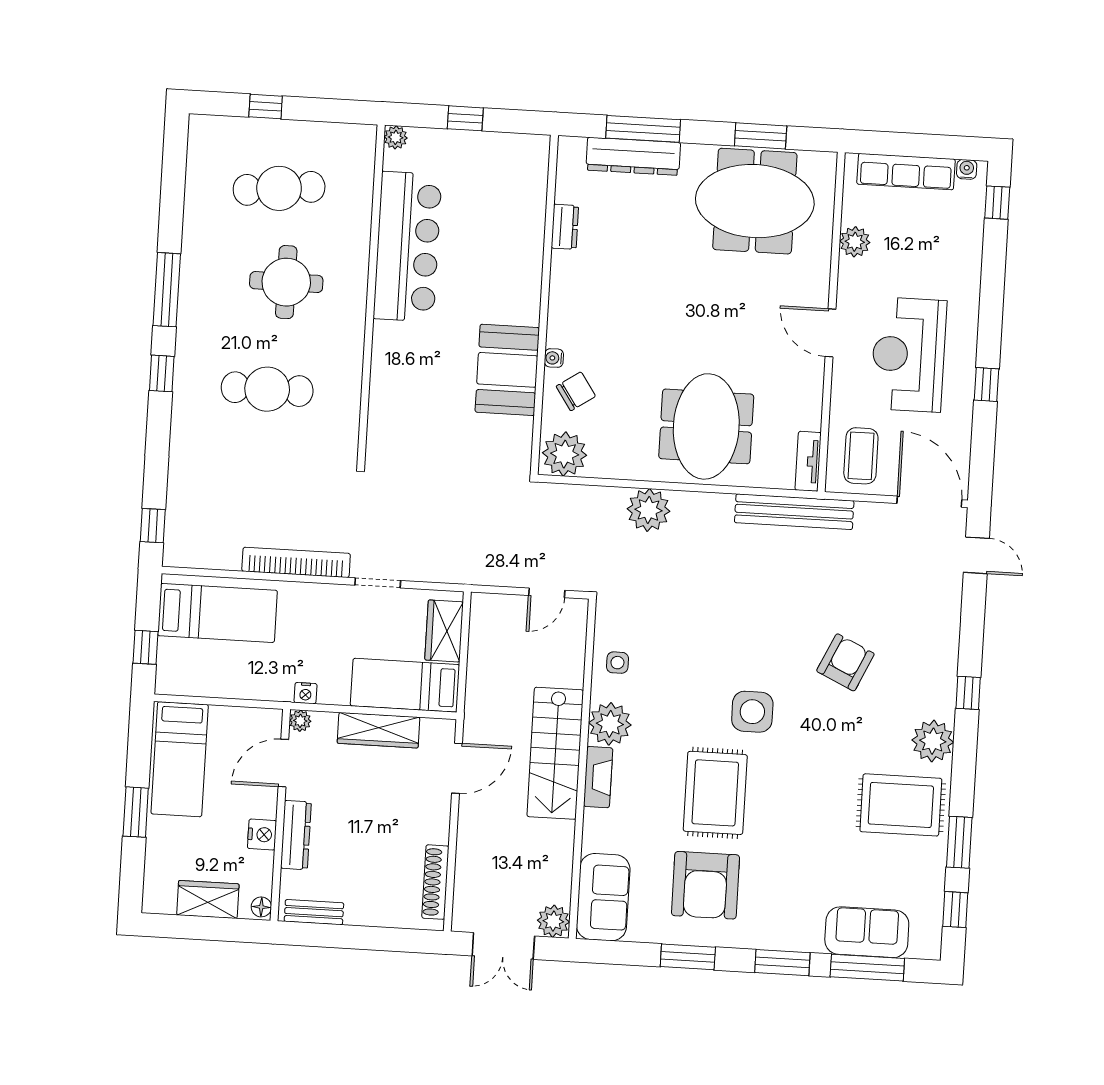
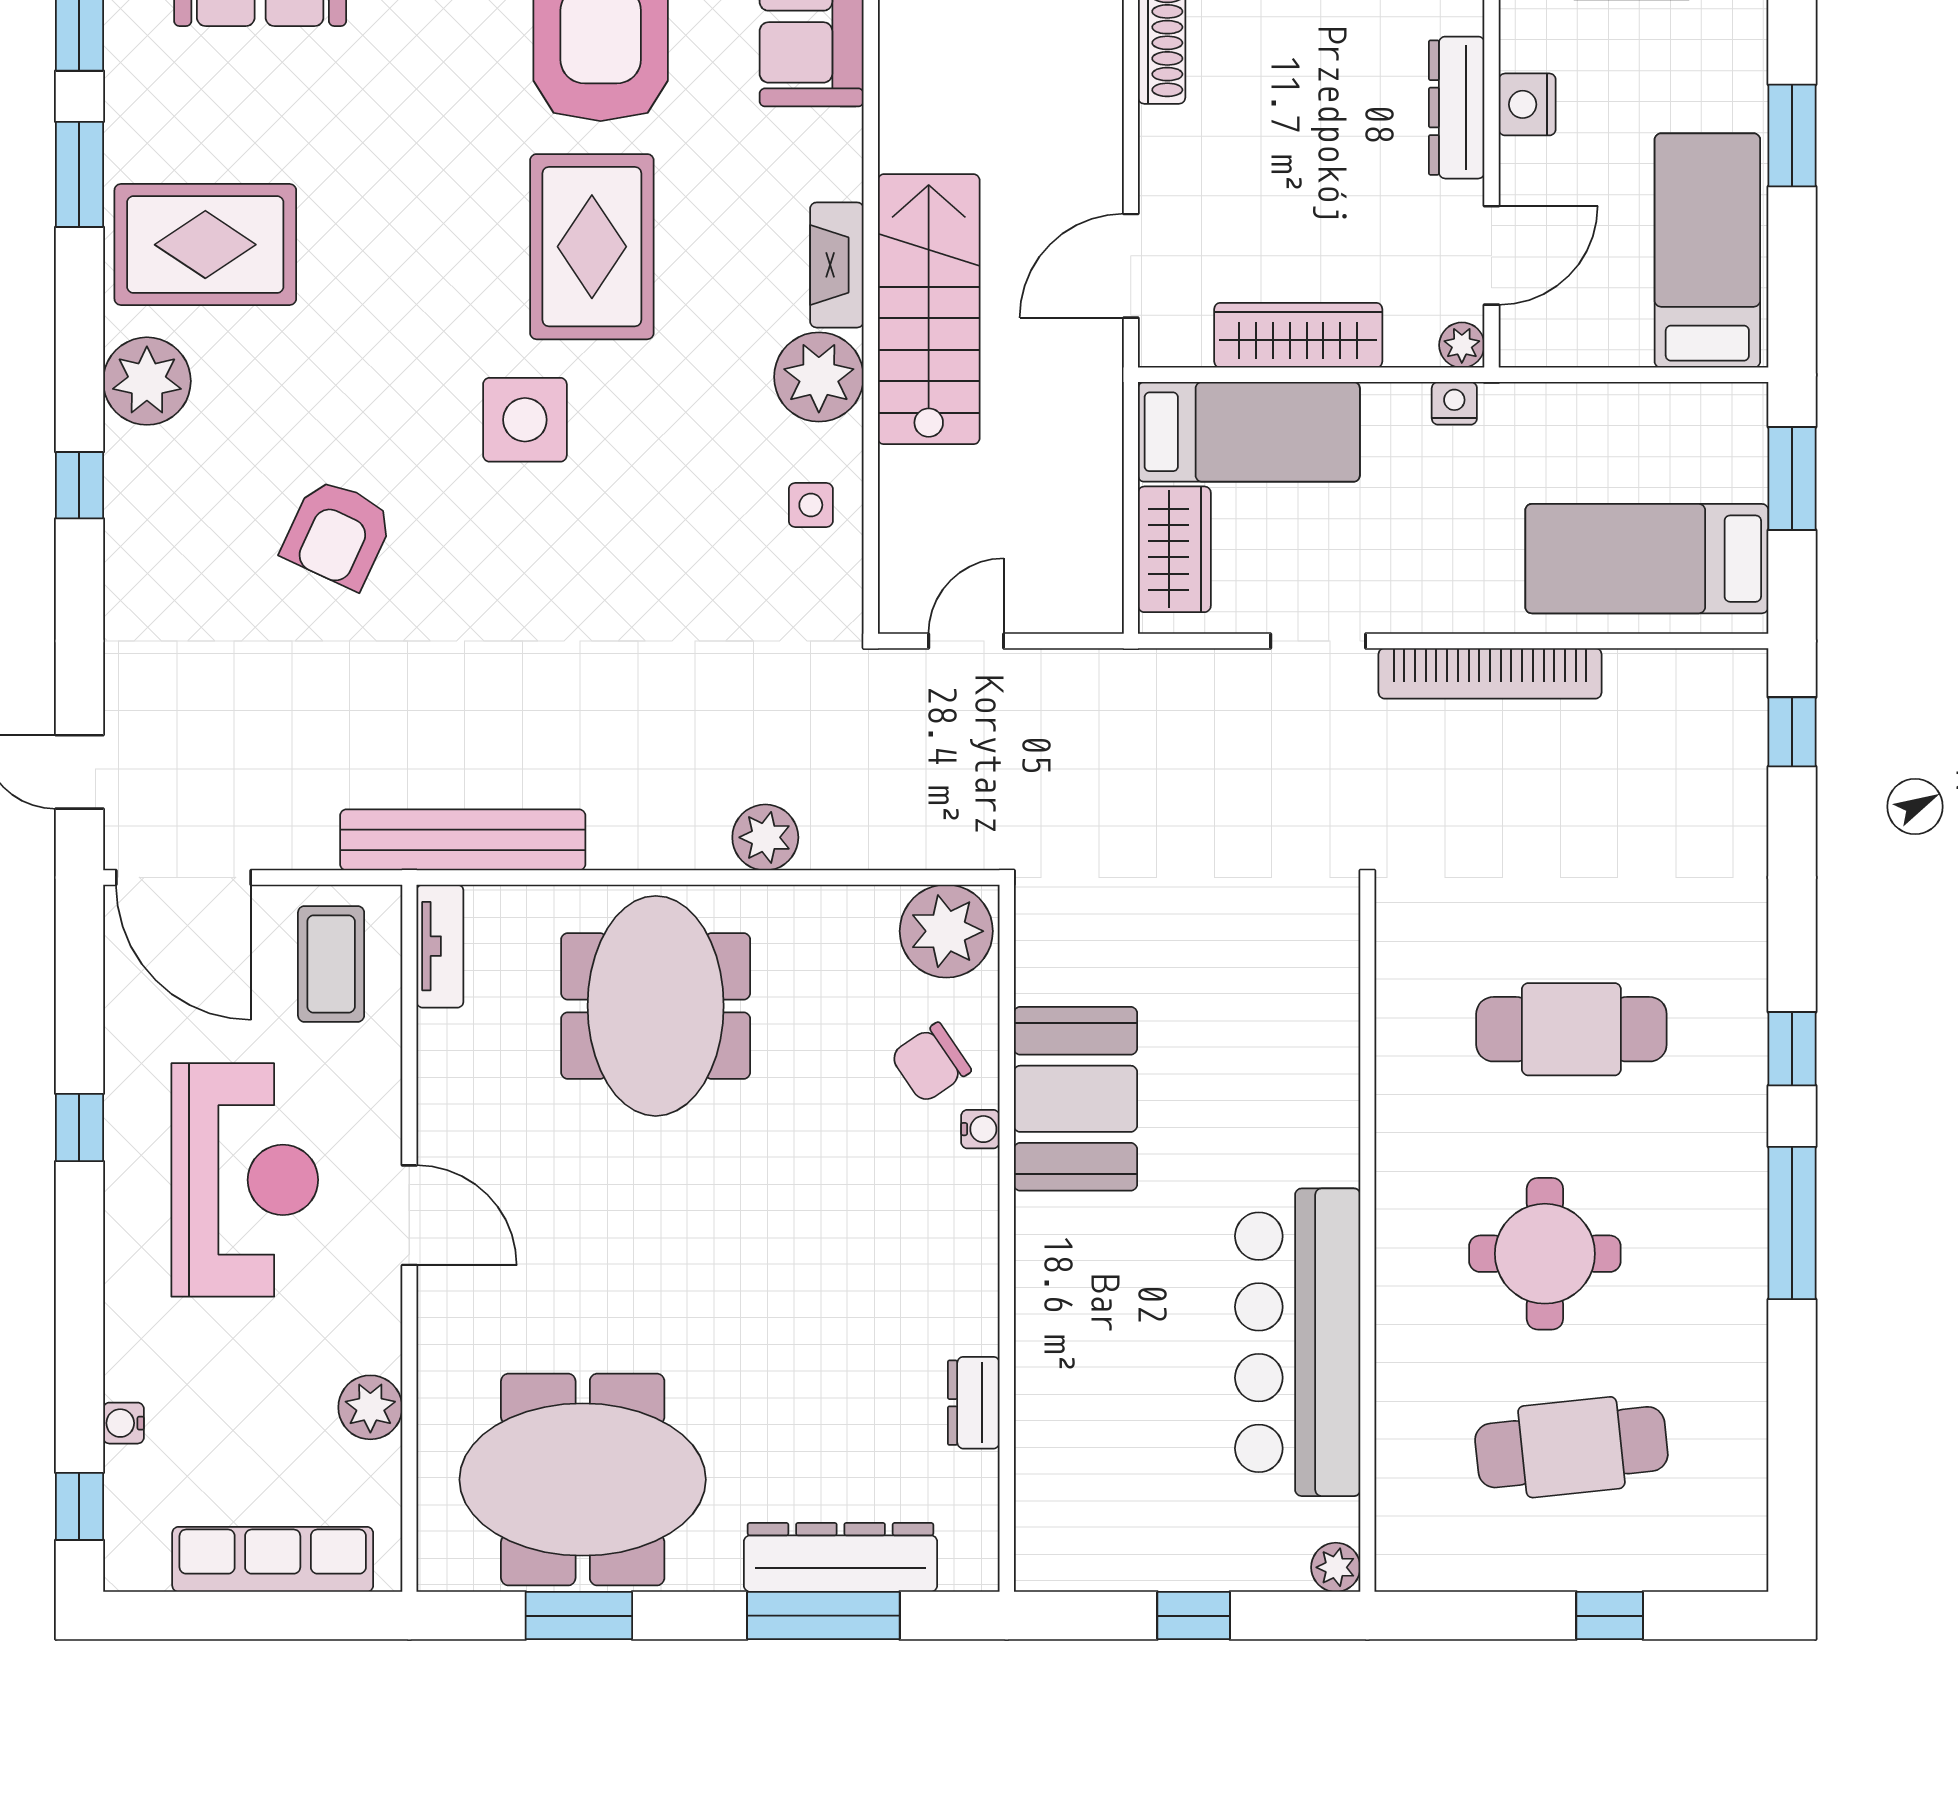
water cooler: (967, 169) -> (123, 1423), moved, turned 90
plant: (648, 510) -> (765, 837), width x0.73, depth x0.73
window: (145, 647) -> (1792, 478), width x1.50

